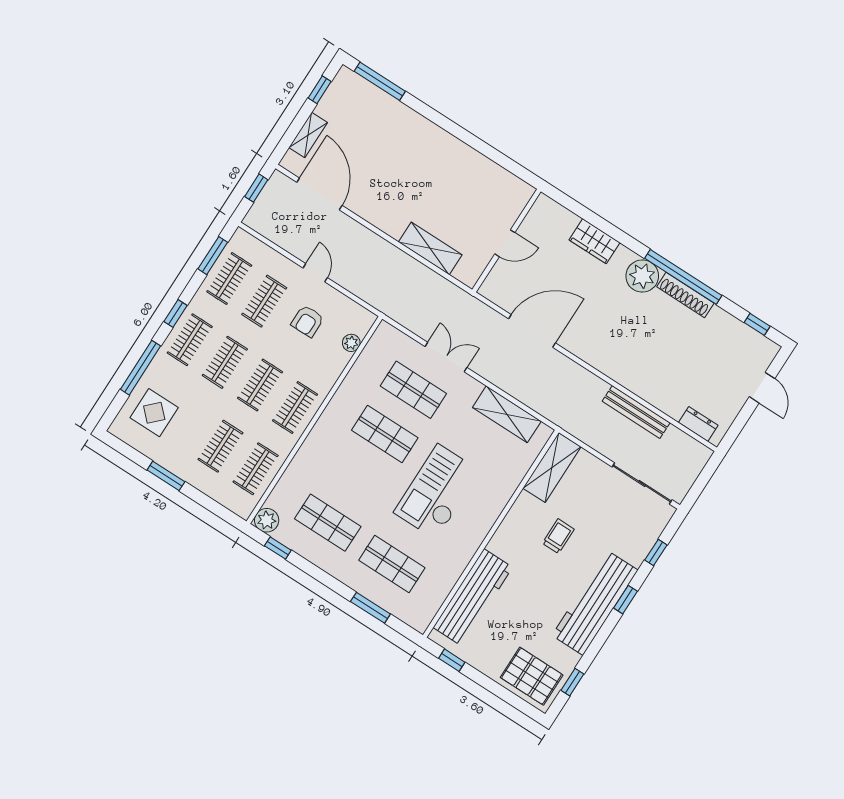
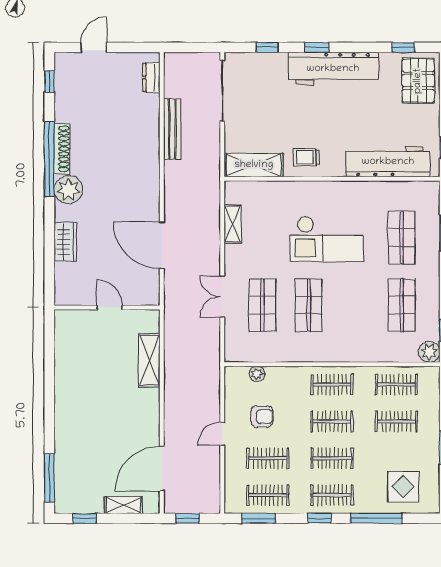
shelving: (507, 414) -> (233, 224), width x0.67, depth x0.75
trolley: (558, 536) -> (306, 157), moved

